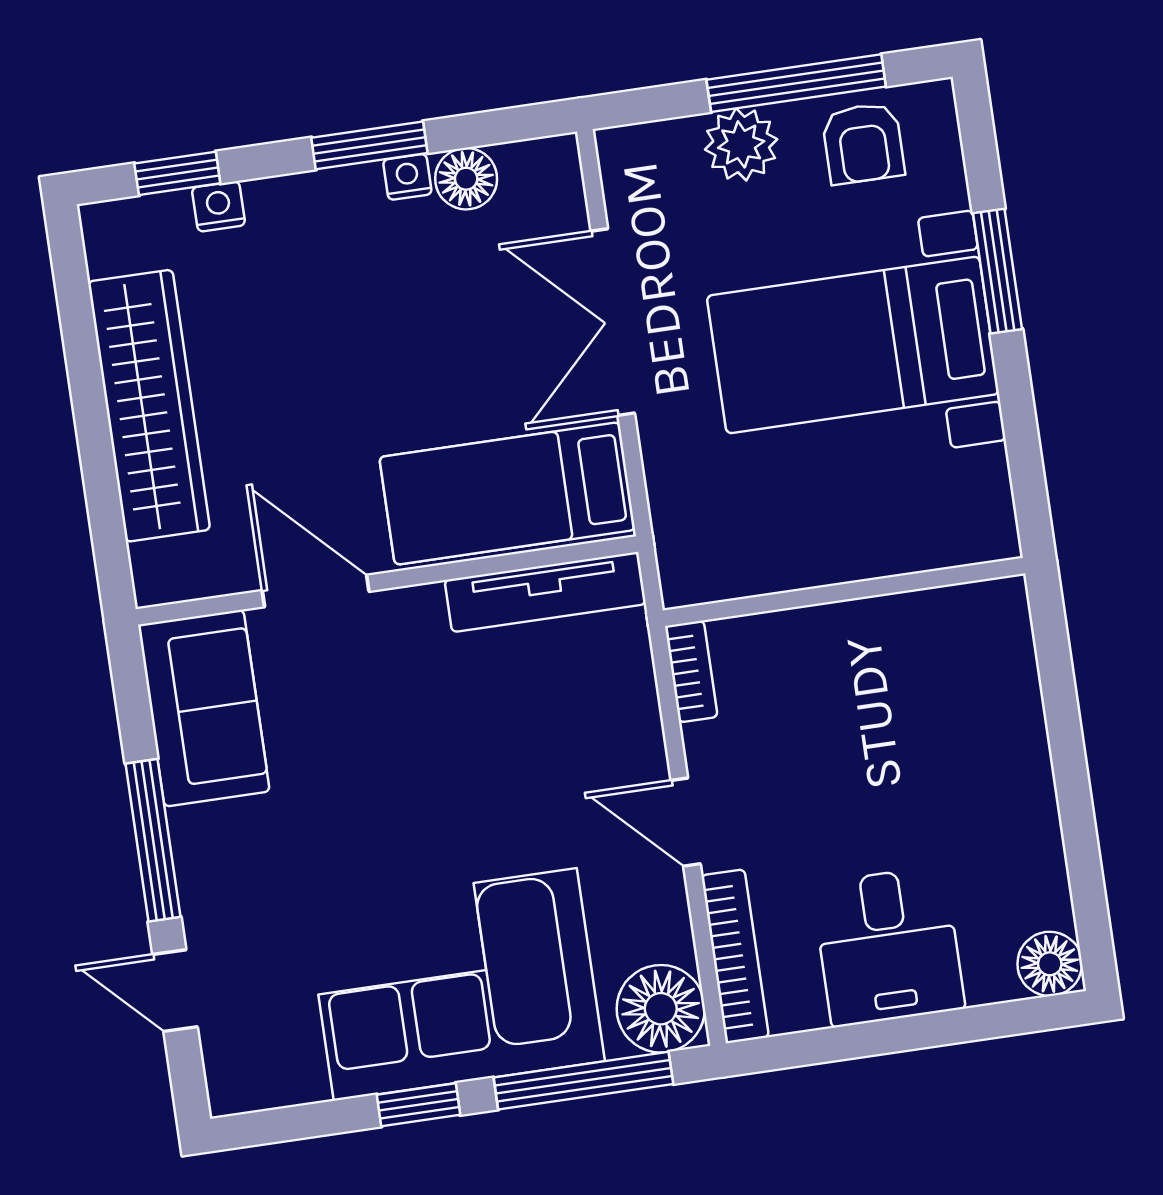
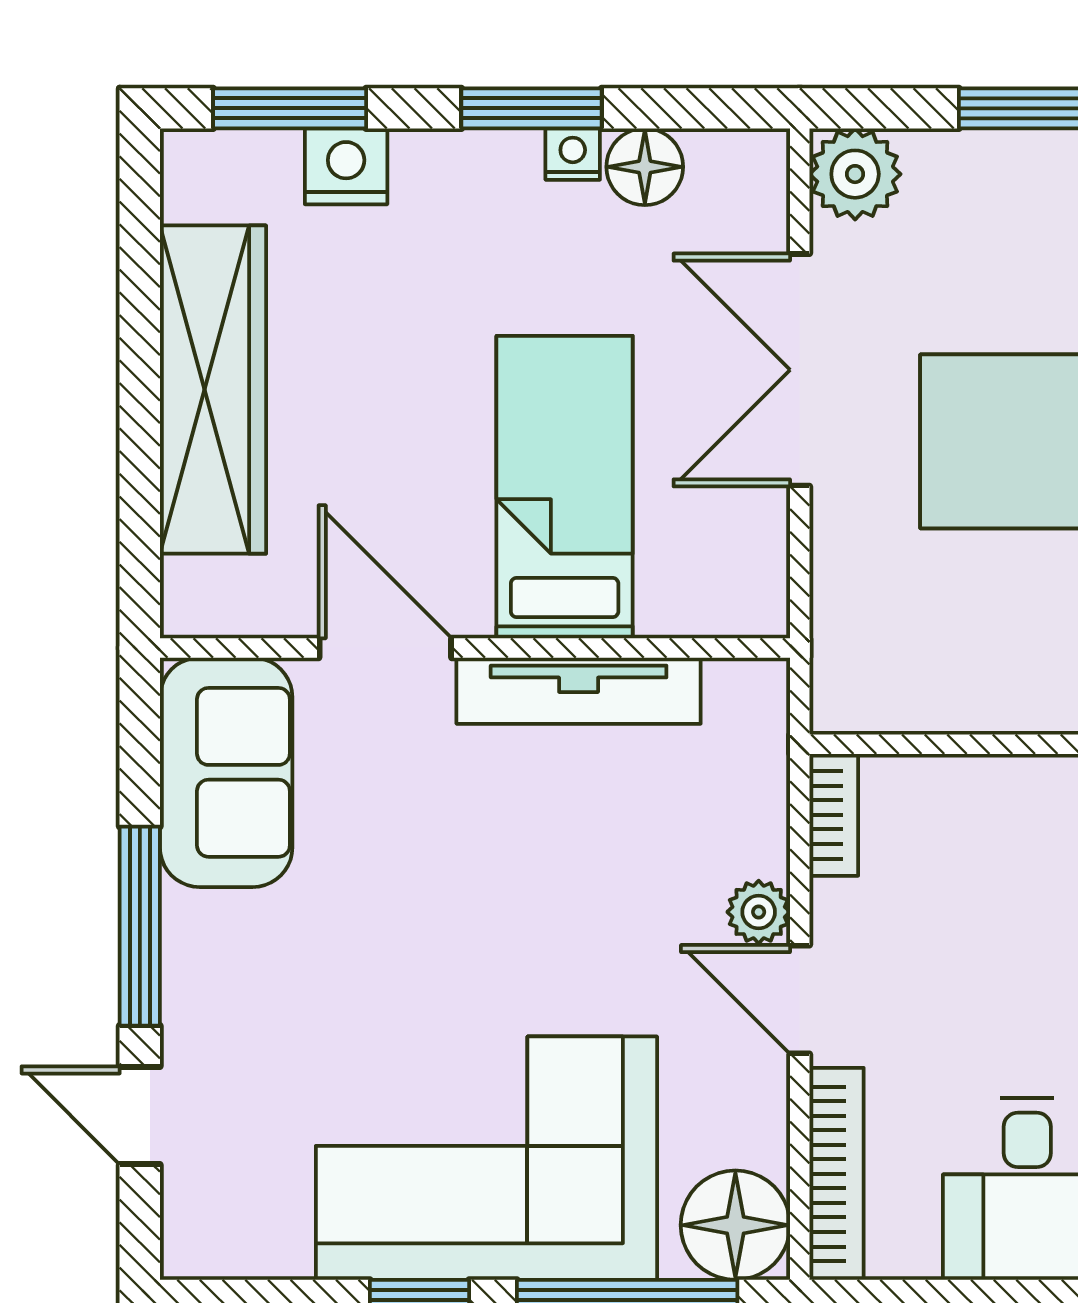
plant: (741, 144) -> (855, 174), moved
window: (177, 173) -> (290, 108), width x1.50
nightstand: (219, 206) -> (346, 166), width x1.39, depth x1.35
bed: (507, 494) -> (565, 487), moved, turned 90
tv unit: (545, 592) -> (579, 691), moved
plant: (643, 757) -> (759, 912), added

